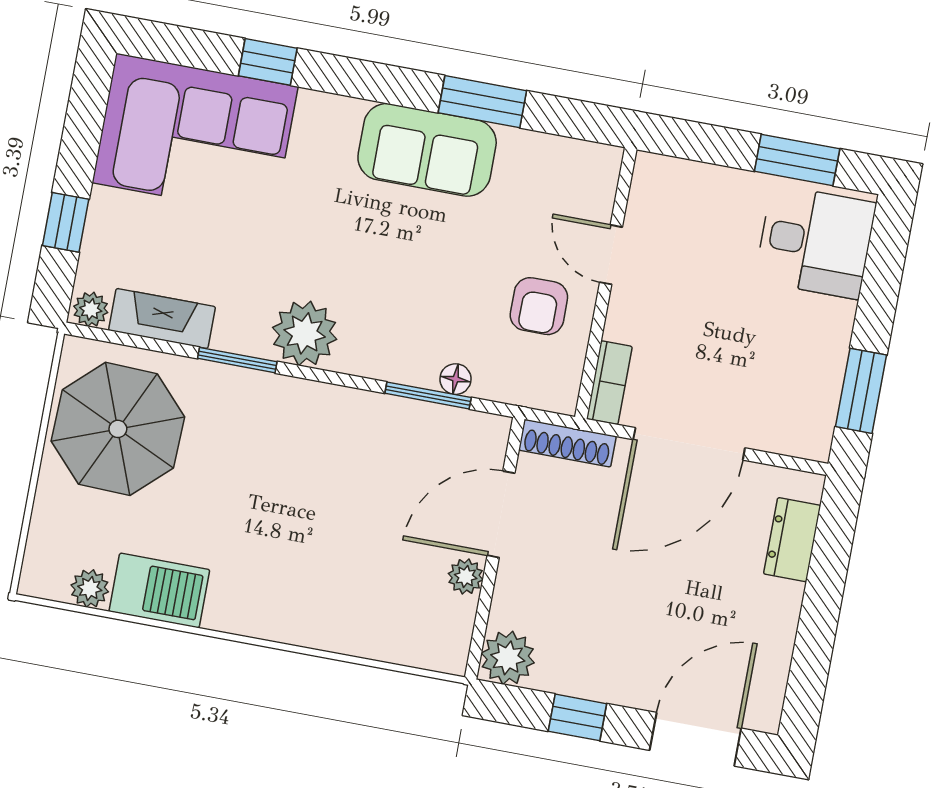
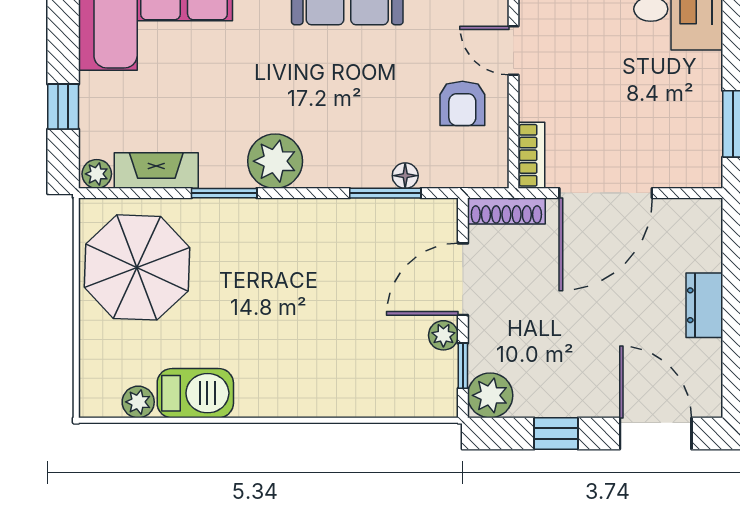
dresser: (792, 540) -> (704, 305), moved
window: (482, 617) -> (463, 366), added
door: (695, 739) -> (656, 434), hinge flipped

